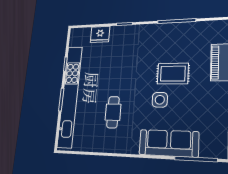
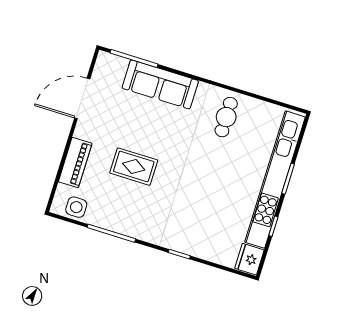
fridge: (100, 34) -> (249, 259), moved, turned -90
side table: (160, 100) -> (76, 207), moved
cafe table: (113, 112) -> (226, 117), moved

